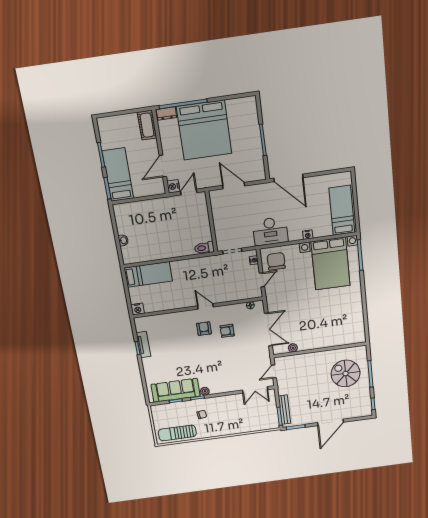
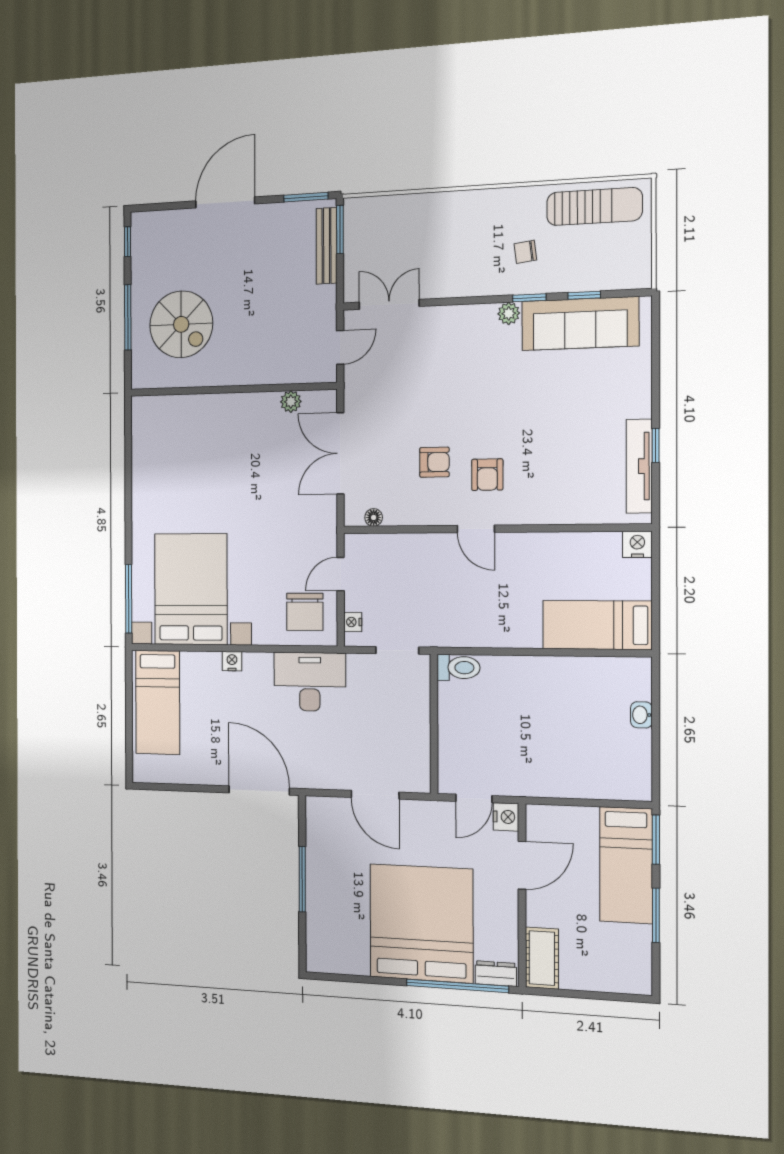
tv unit: (143, 345) -> (639, 466), width x1.41

